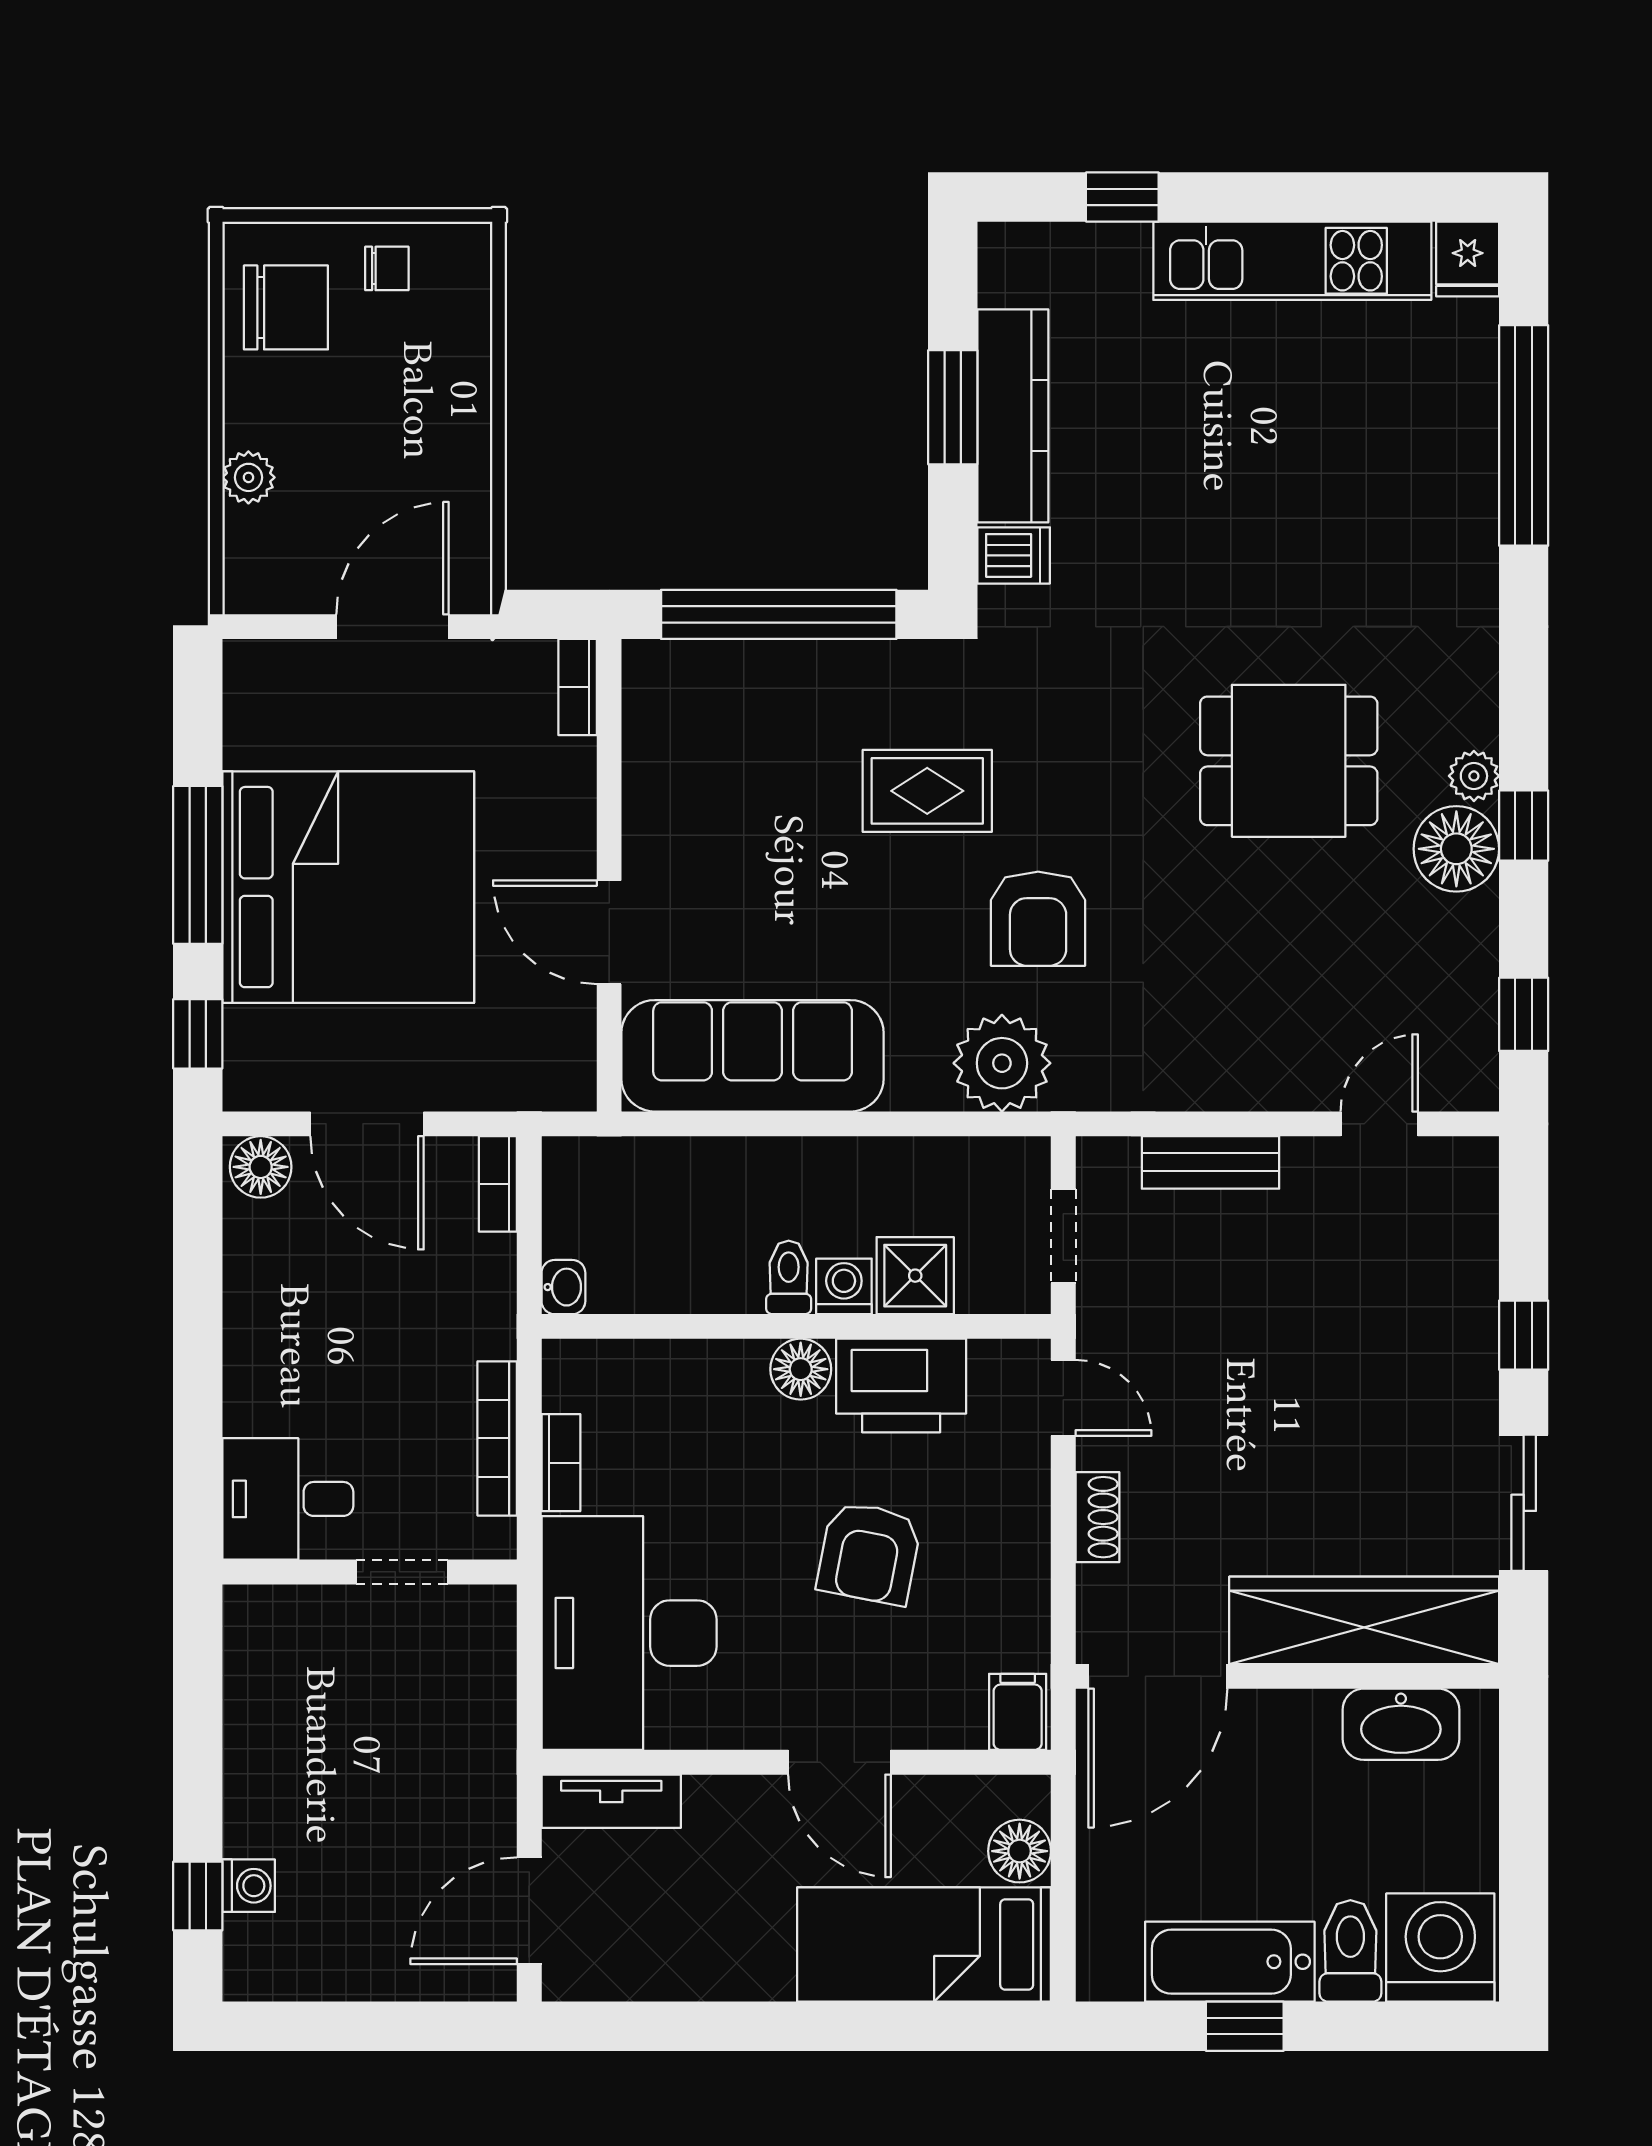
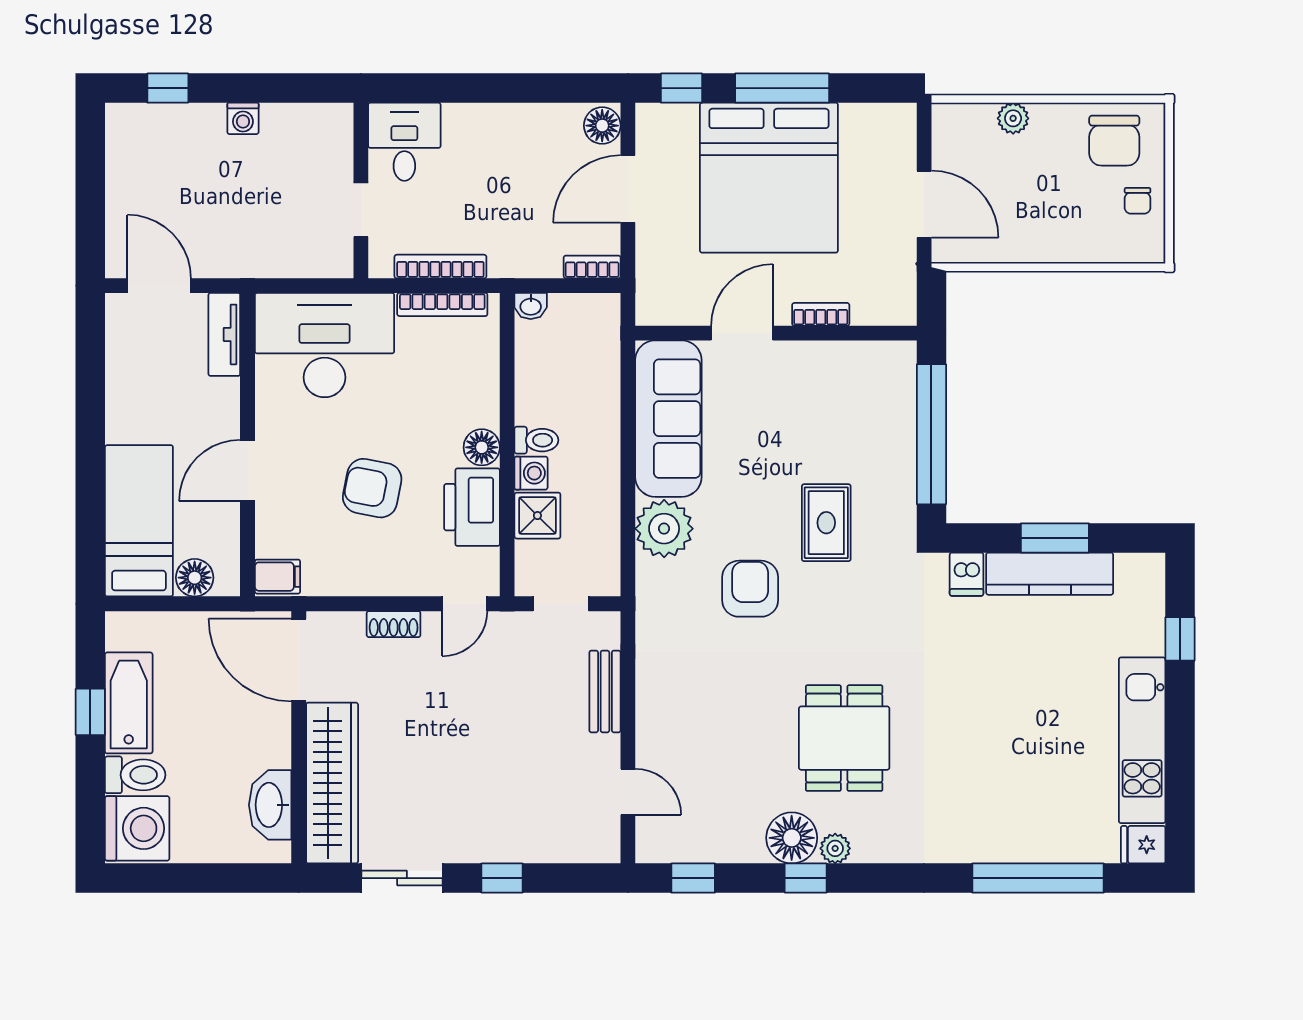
bookcase: (578, 687) -> (821, 314), moved
armchair: (1038, 919) -> (750, 589), turned 90
plant: (1002, 1063) -> (664, 529), moved
bookcase: (561, 1463) -> (442, 304), width x1.56
washing machine: (249, 1886) -> (243, 118), moved

